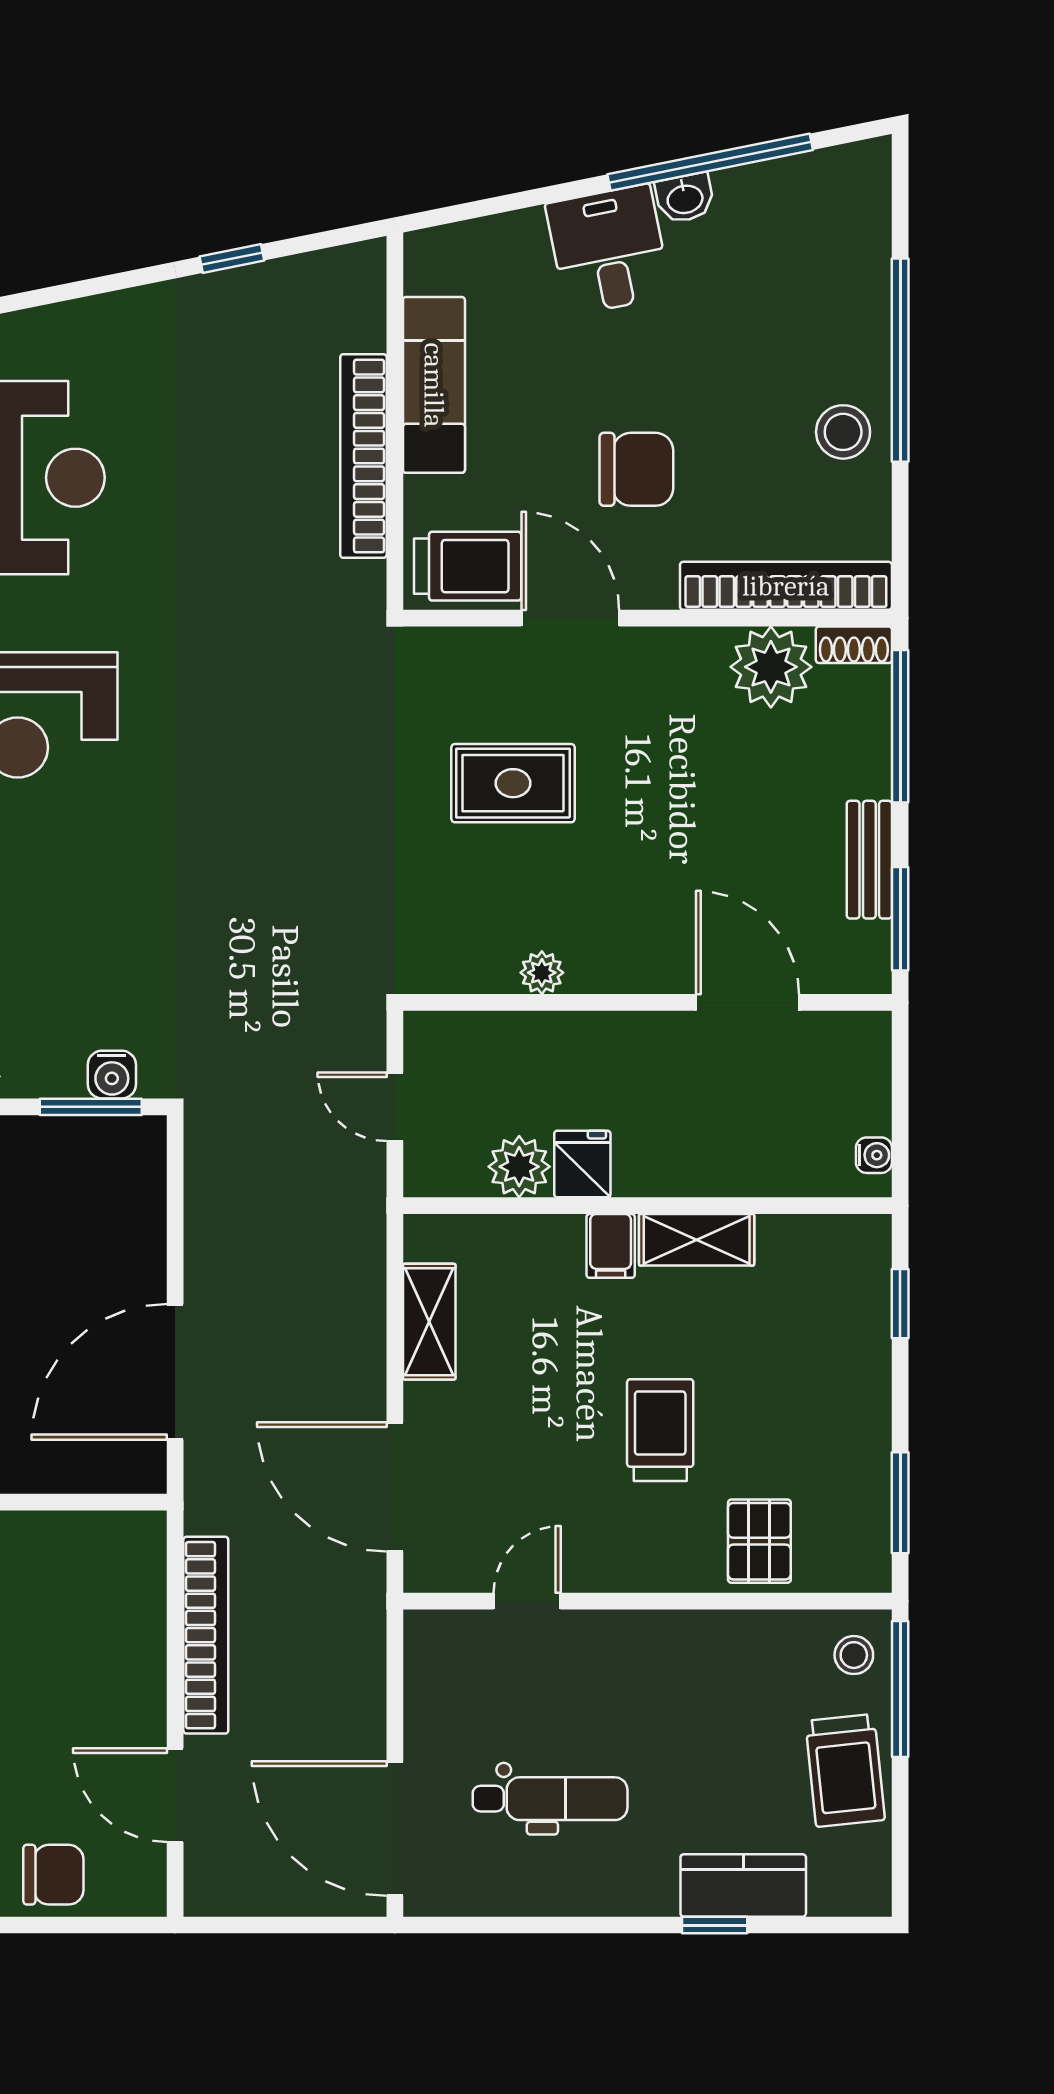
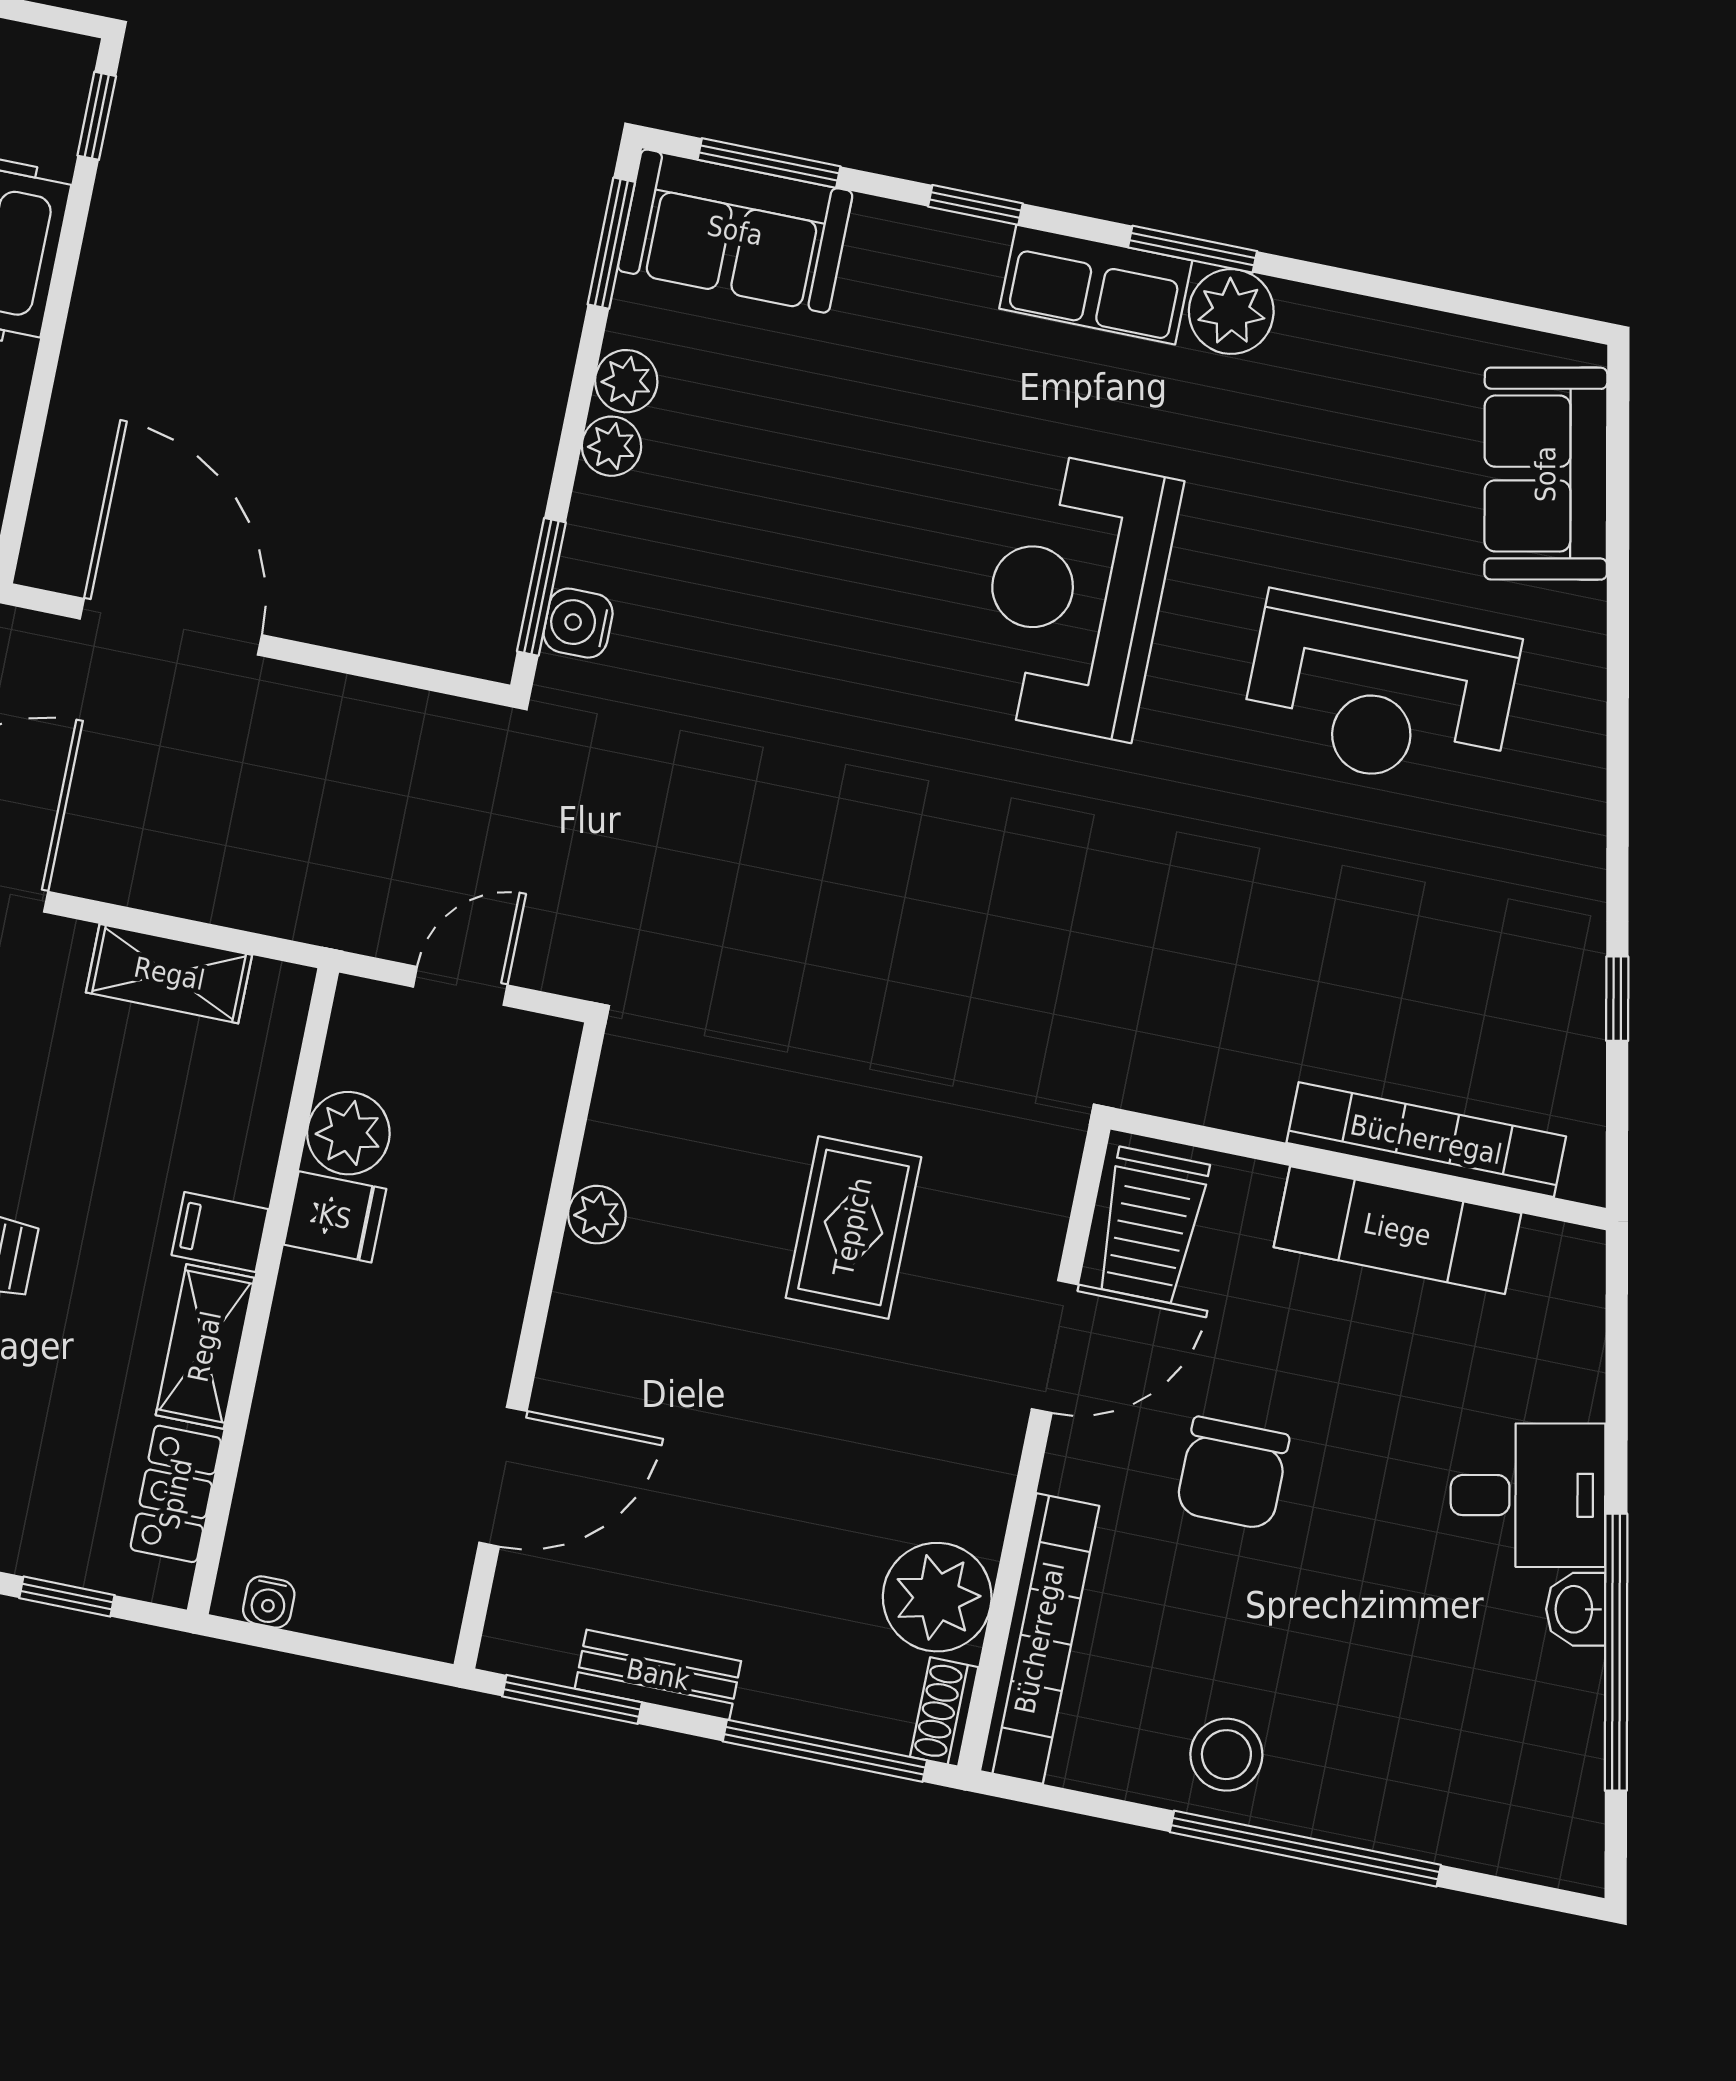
bookcase: (363, 456) -> (1426, 1140), moved
locker: (809, 1239) -> (176, 1494), added

